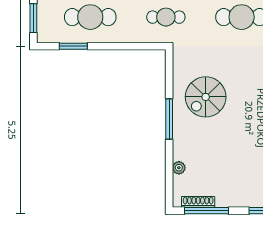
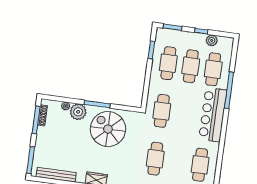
cafe table: (166, 17) -> (162, 111), width x1.37, depth x1.35
spiral stairs: (206, 97) -> (108, 129), width x1.37, depth x1.37
plant: (185, 147) -> (78, 112), added

